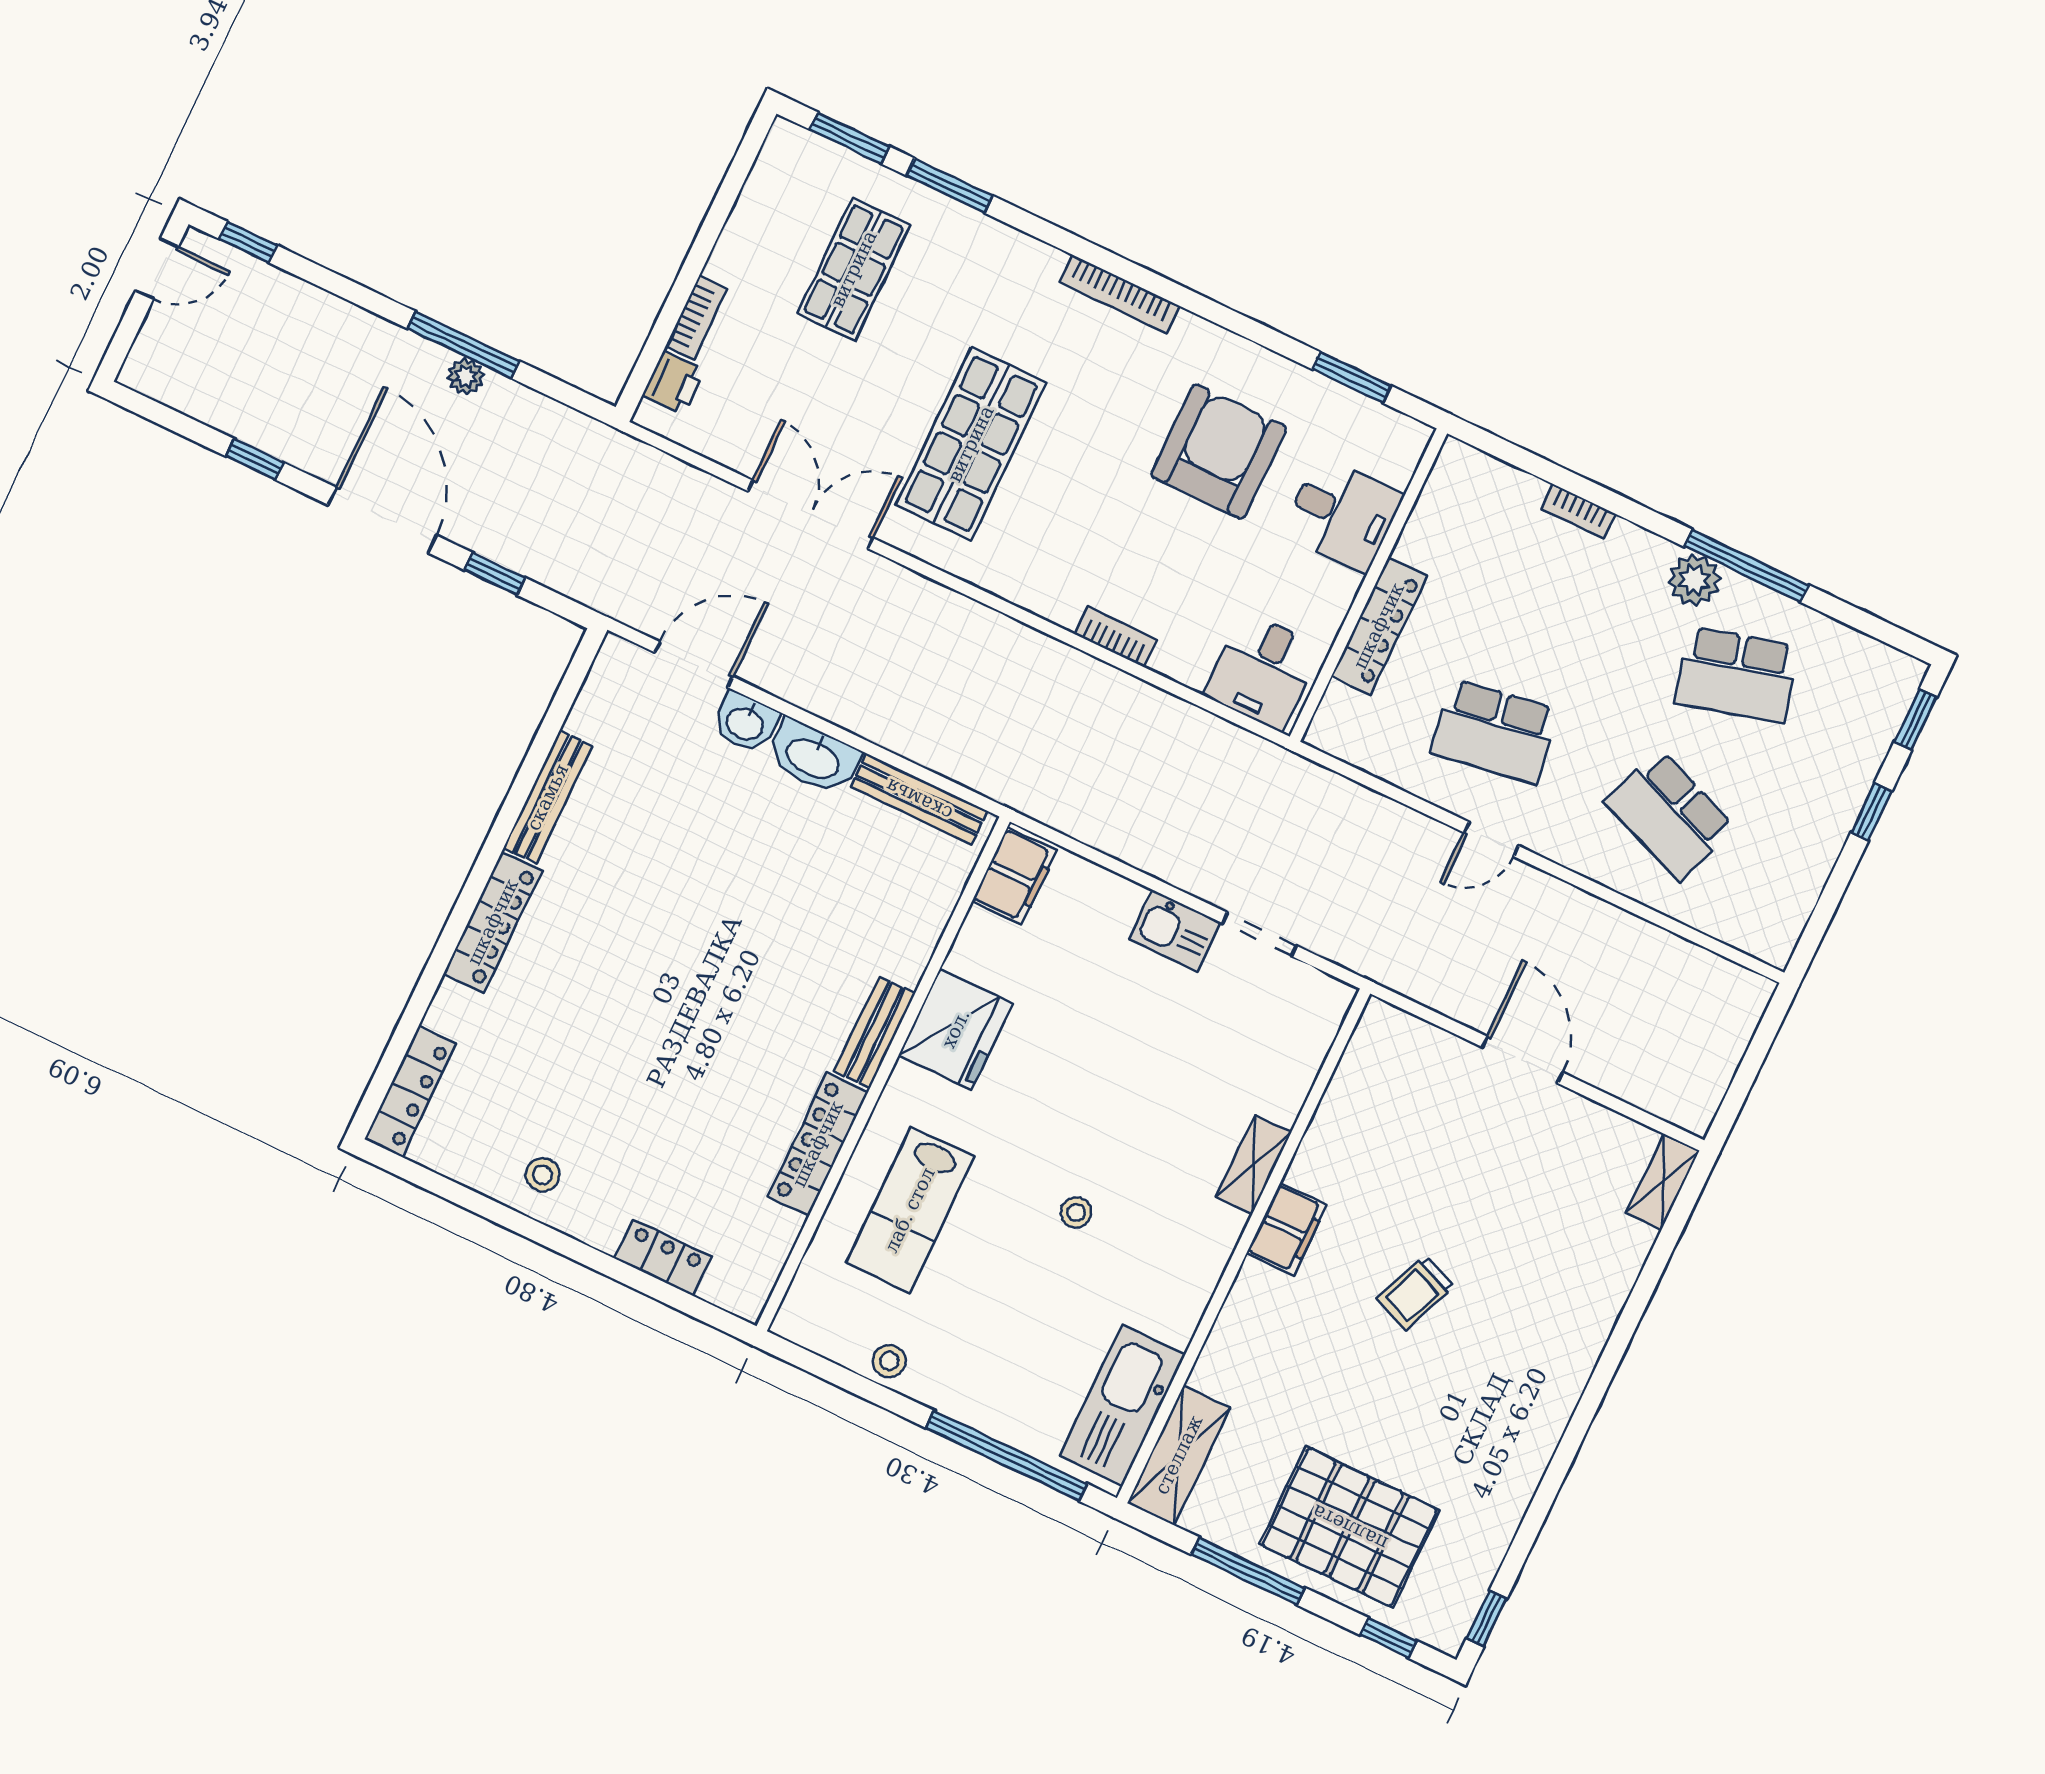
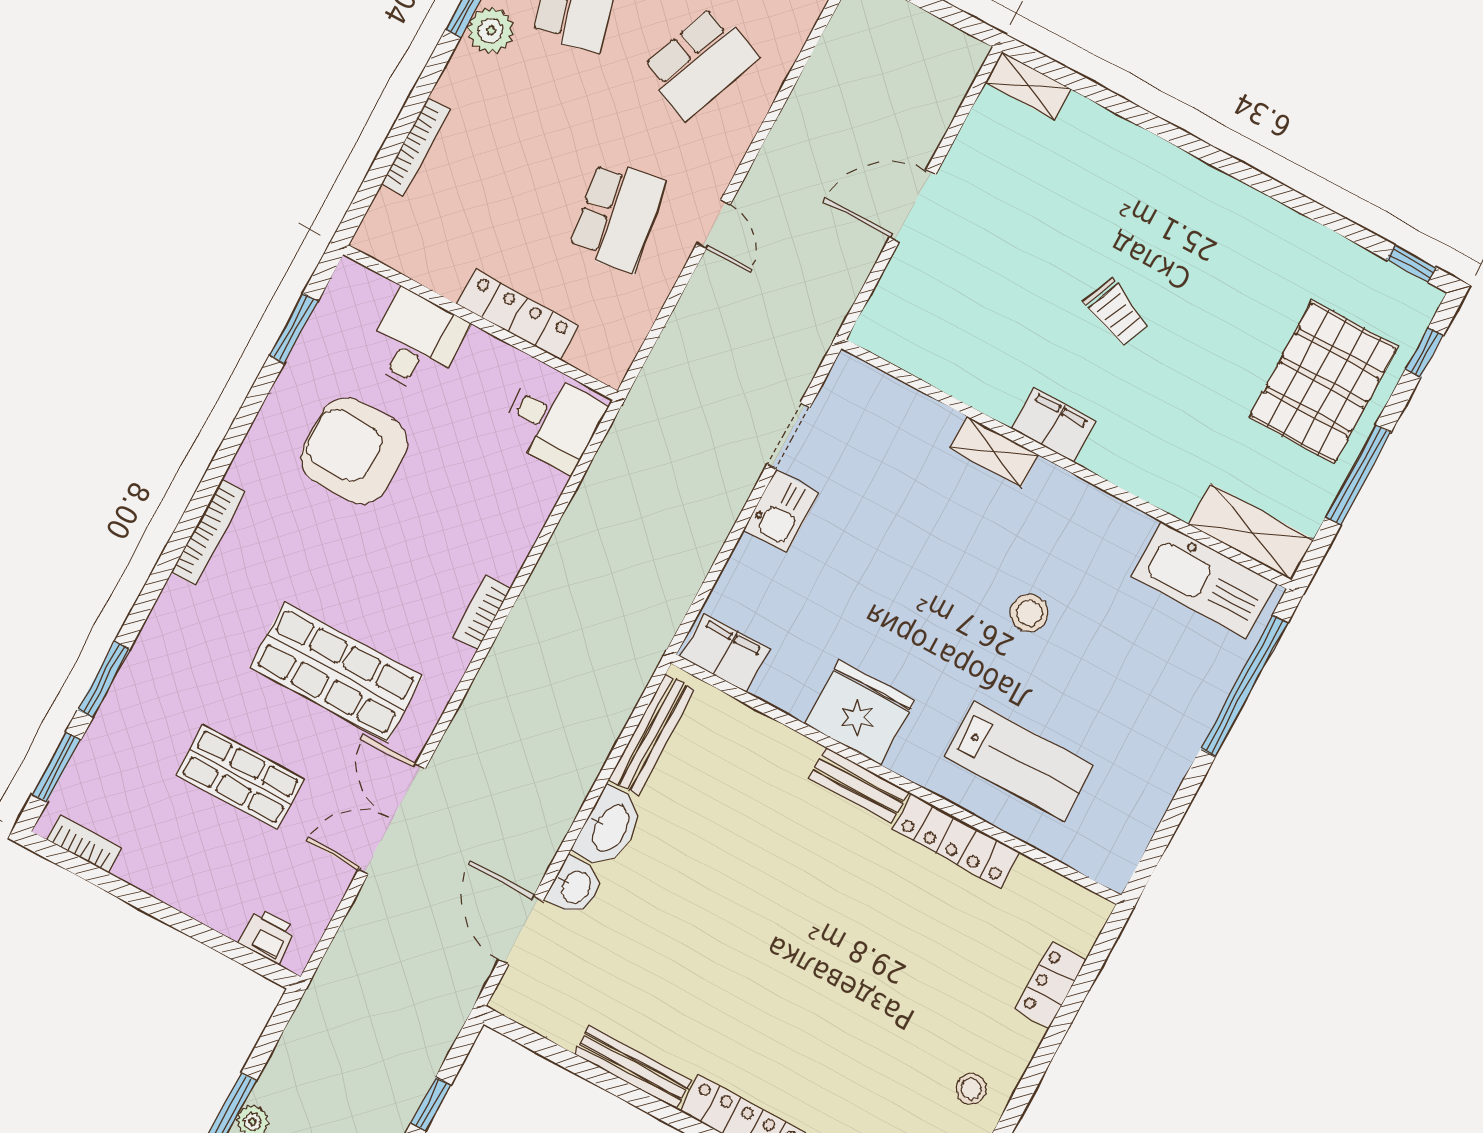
shop shelf: (854, 269) -> (240, 777), moved
bookcase: (696, 318) -> (84, 844), moved
bookcase: (1578, 511) -> (416, 147), width x1.56
bookcase: (1116, 637) -> (482, 613), moved
stool: (1076, 1213) -> (1029, 613), width x1.37, depth x1.37
stool: (889, 1361) -> (1154, 787), removed

